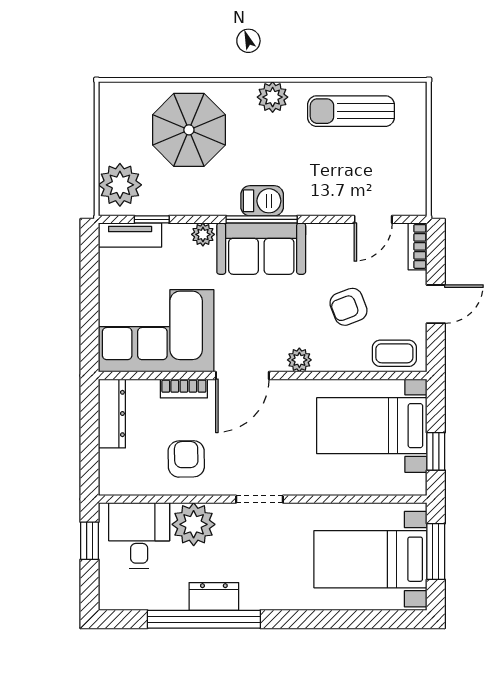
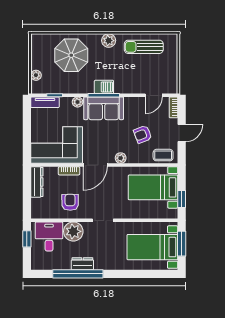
plant: (120, 185) -> (36, 75), width x0.53, depth x0.53

